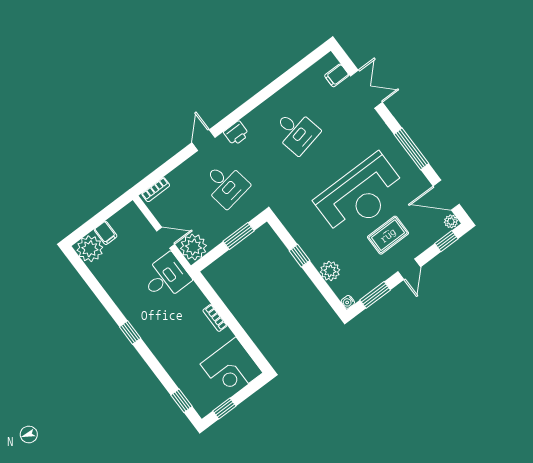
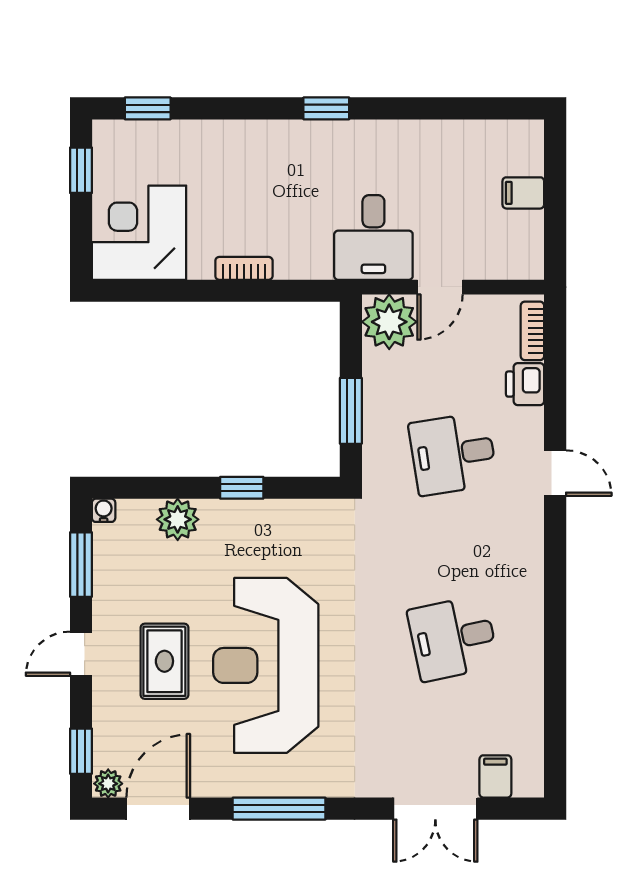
printer: (236, 133) -> (525, 384), moved
plant: (90, 249) -> (517, 147), removed
door: (409, 269) -> (81, 654), hinge flipped

